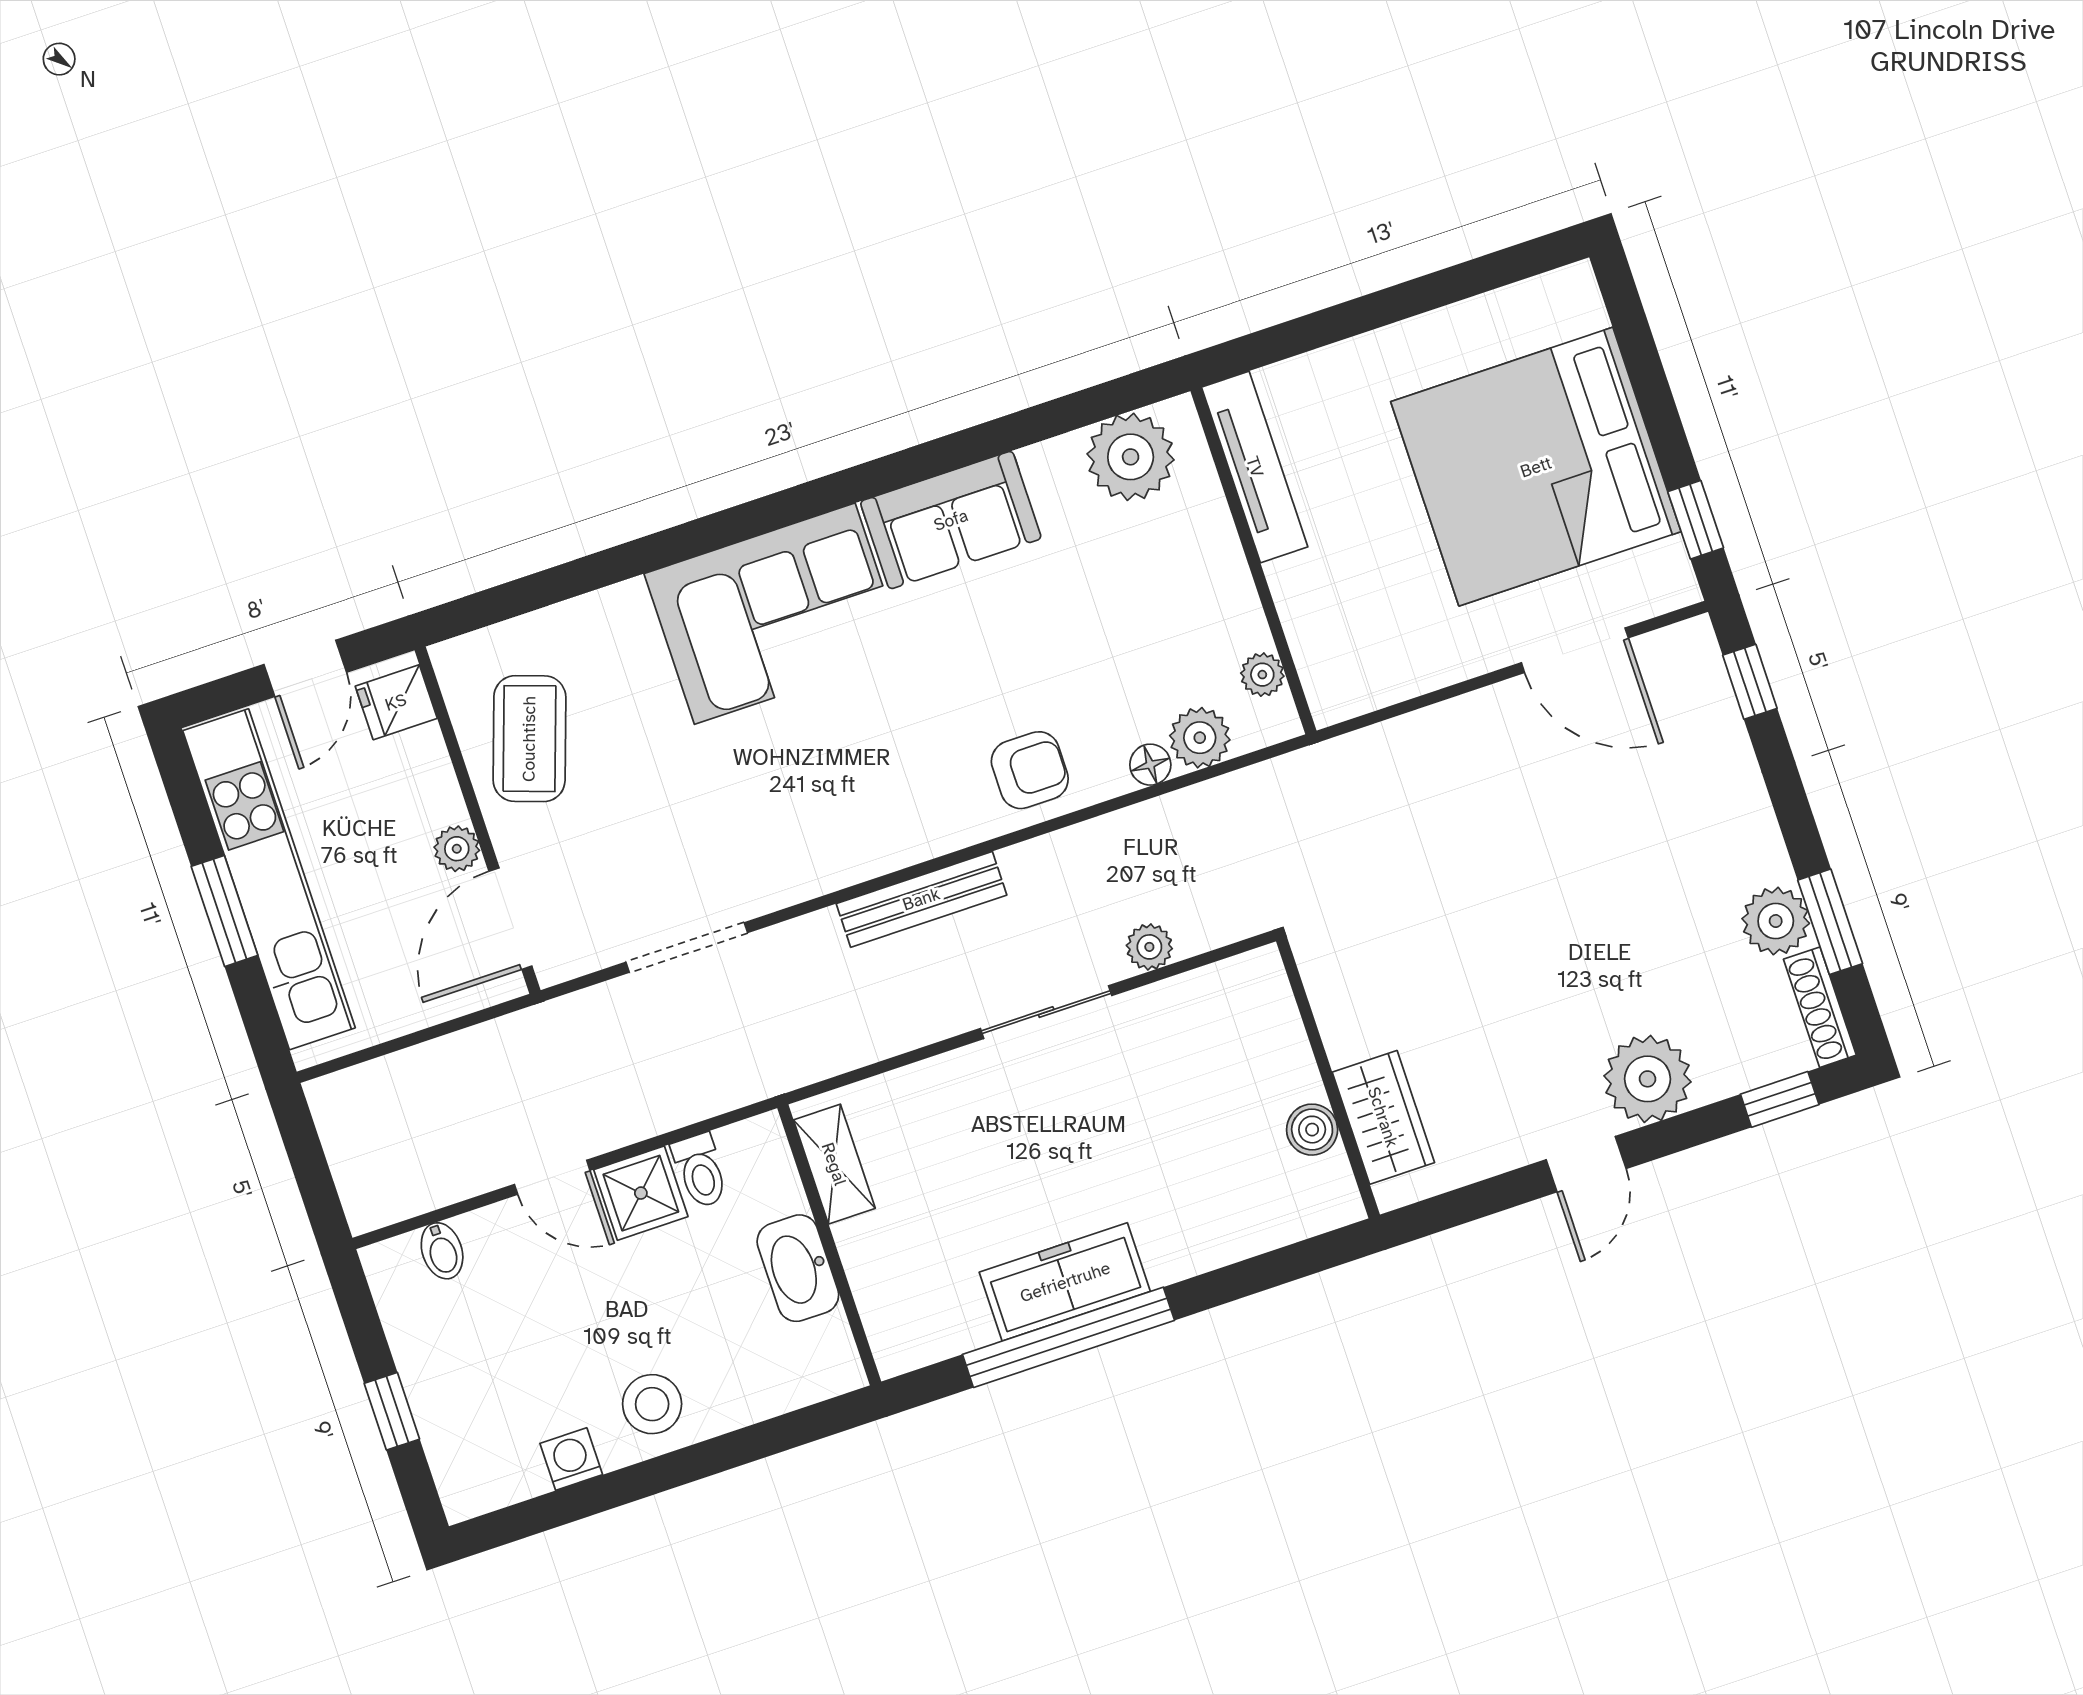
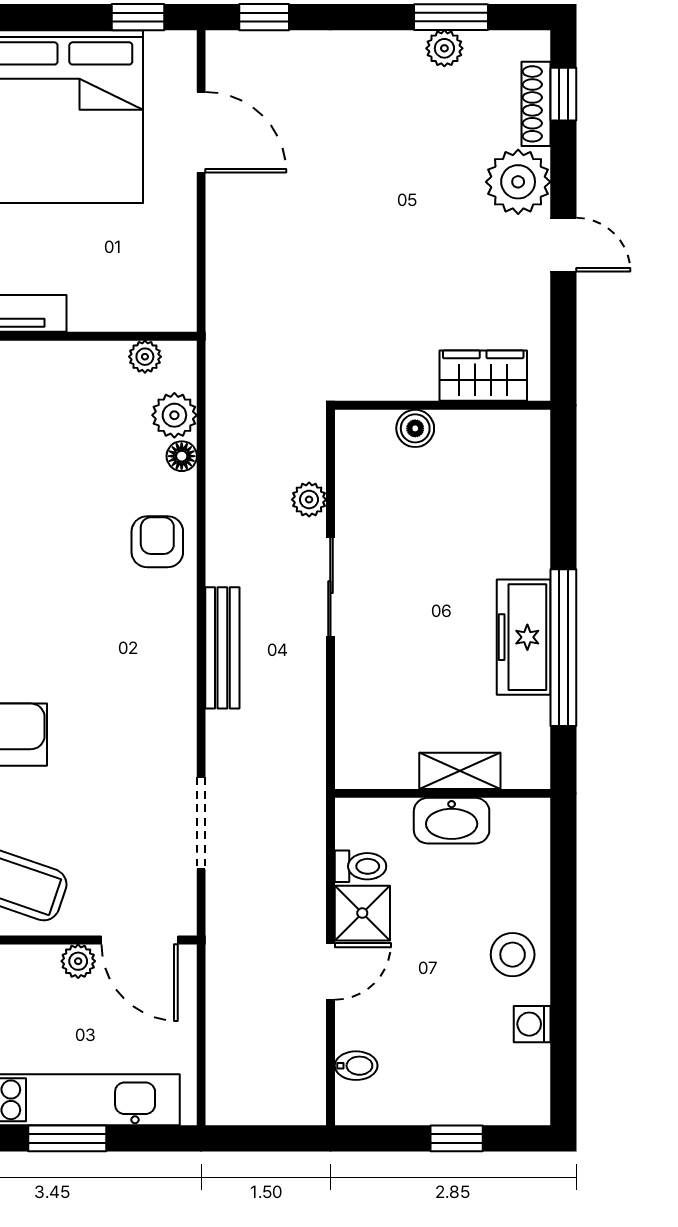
door: (1575, 650) -> (201, 132), hinge flipped
plant: (1776, 921) -> (444, 48), width x0.73, depth x0.73
shoe rack: (1820, 1007) -> (536, 104), moved, turned 90
boiler: (1312, 1130) -> (415, 428), moved
shelving: (834, 1164) -> (460, 771), moved

